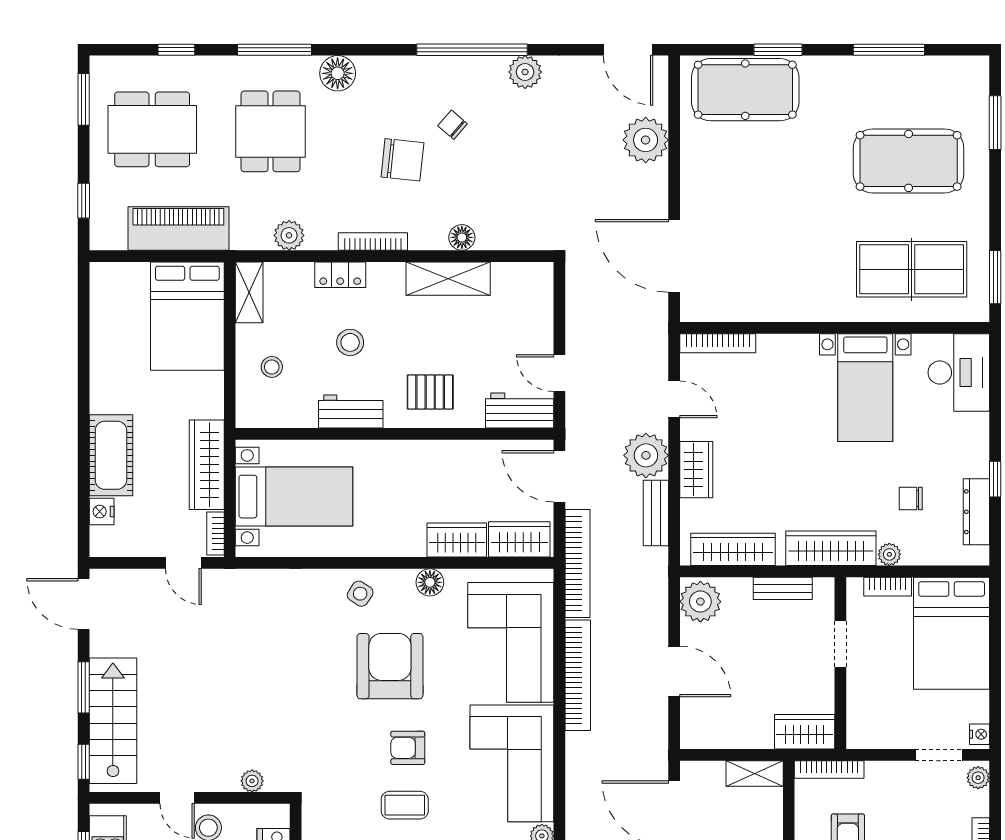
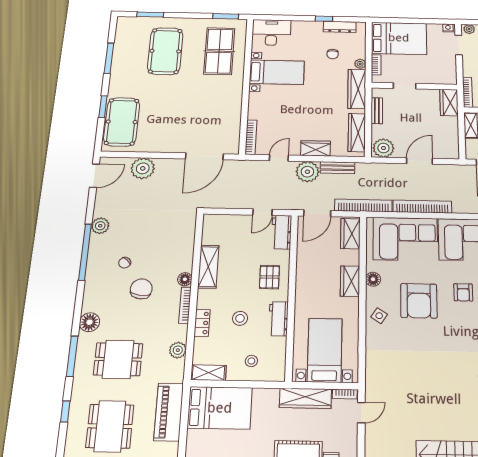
floor lamp: (462, 237) -> (185, 279), moved
wardrobe: (457, 540) -> (350, 281), moved
armchair: (390, 666) -> (419, 301), turned -90

